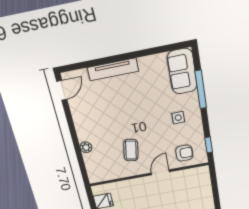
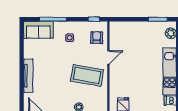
coffee table: (131, 150) -> (87, 75), width x1.86, depth x1.72
door: (160, 172) -> (108, 57), swing flipped

